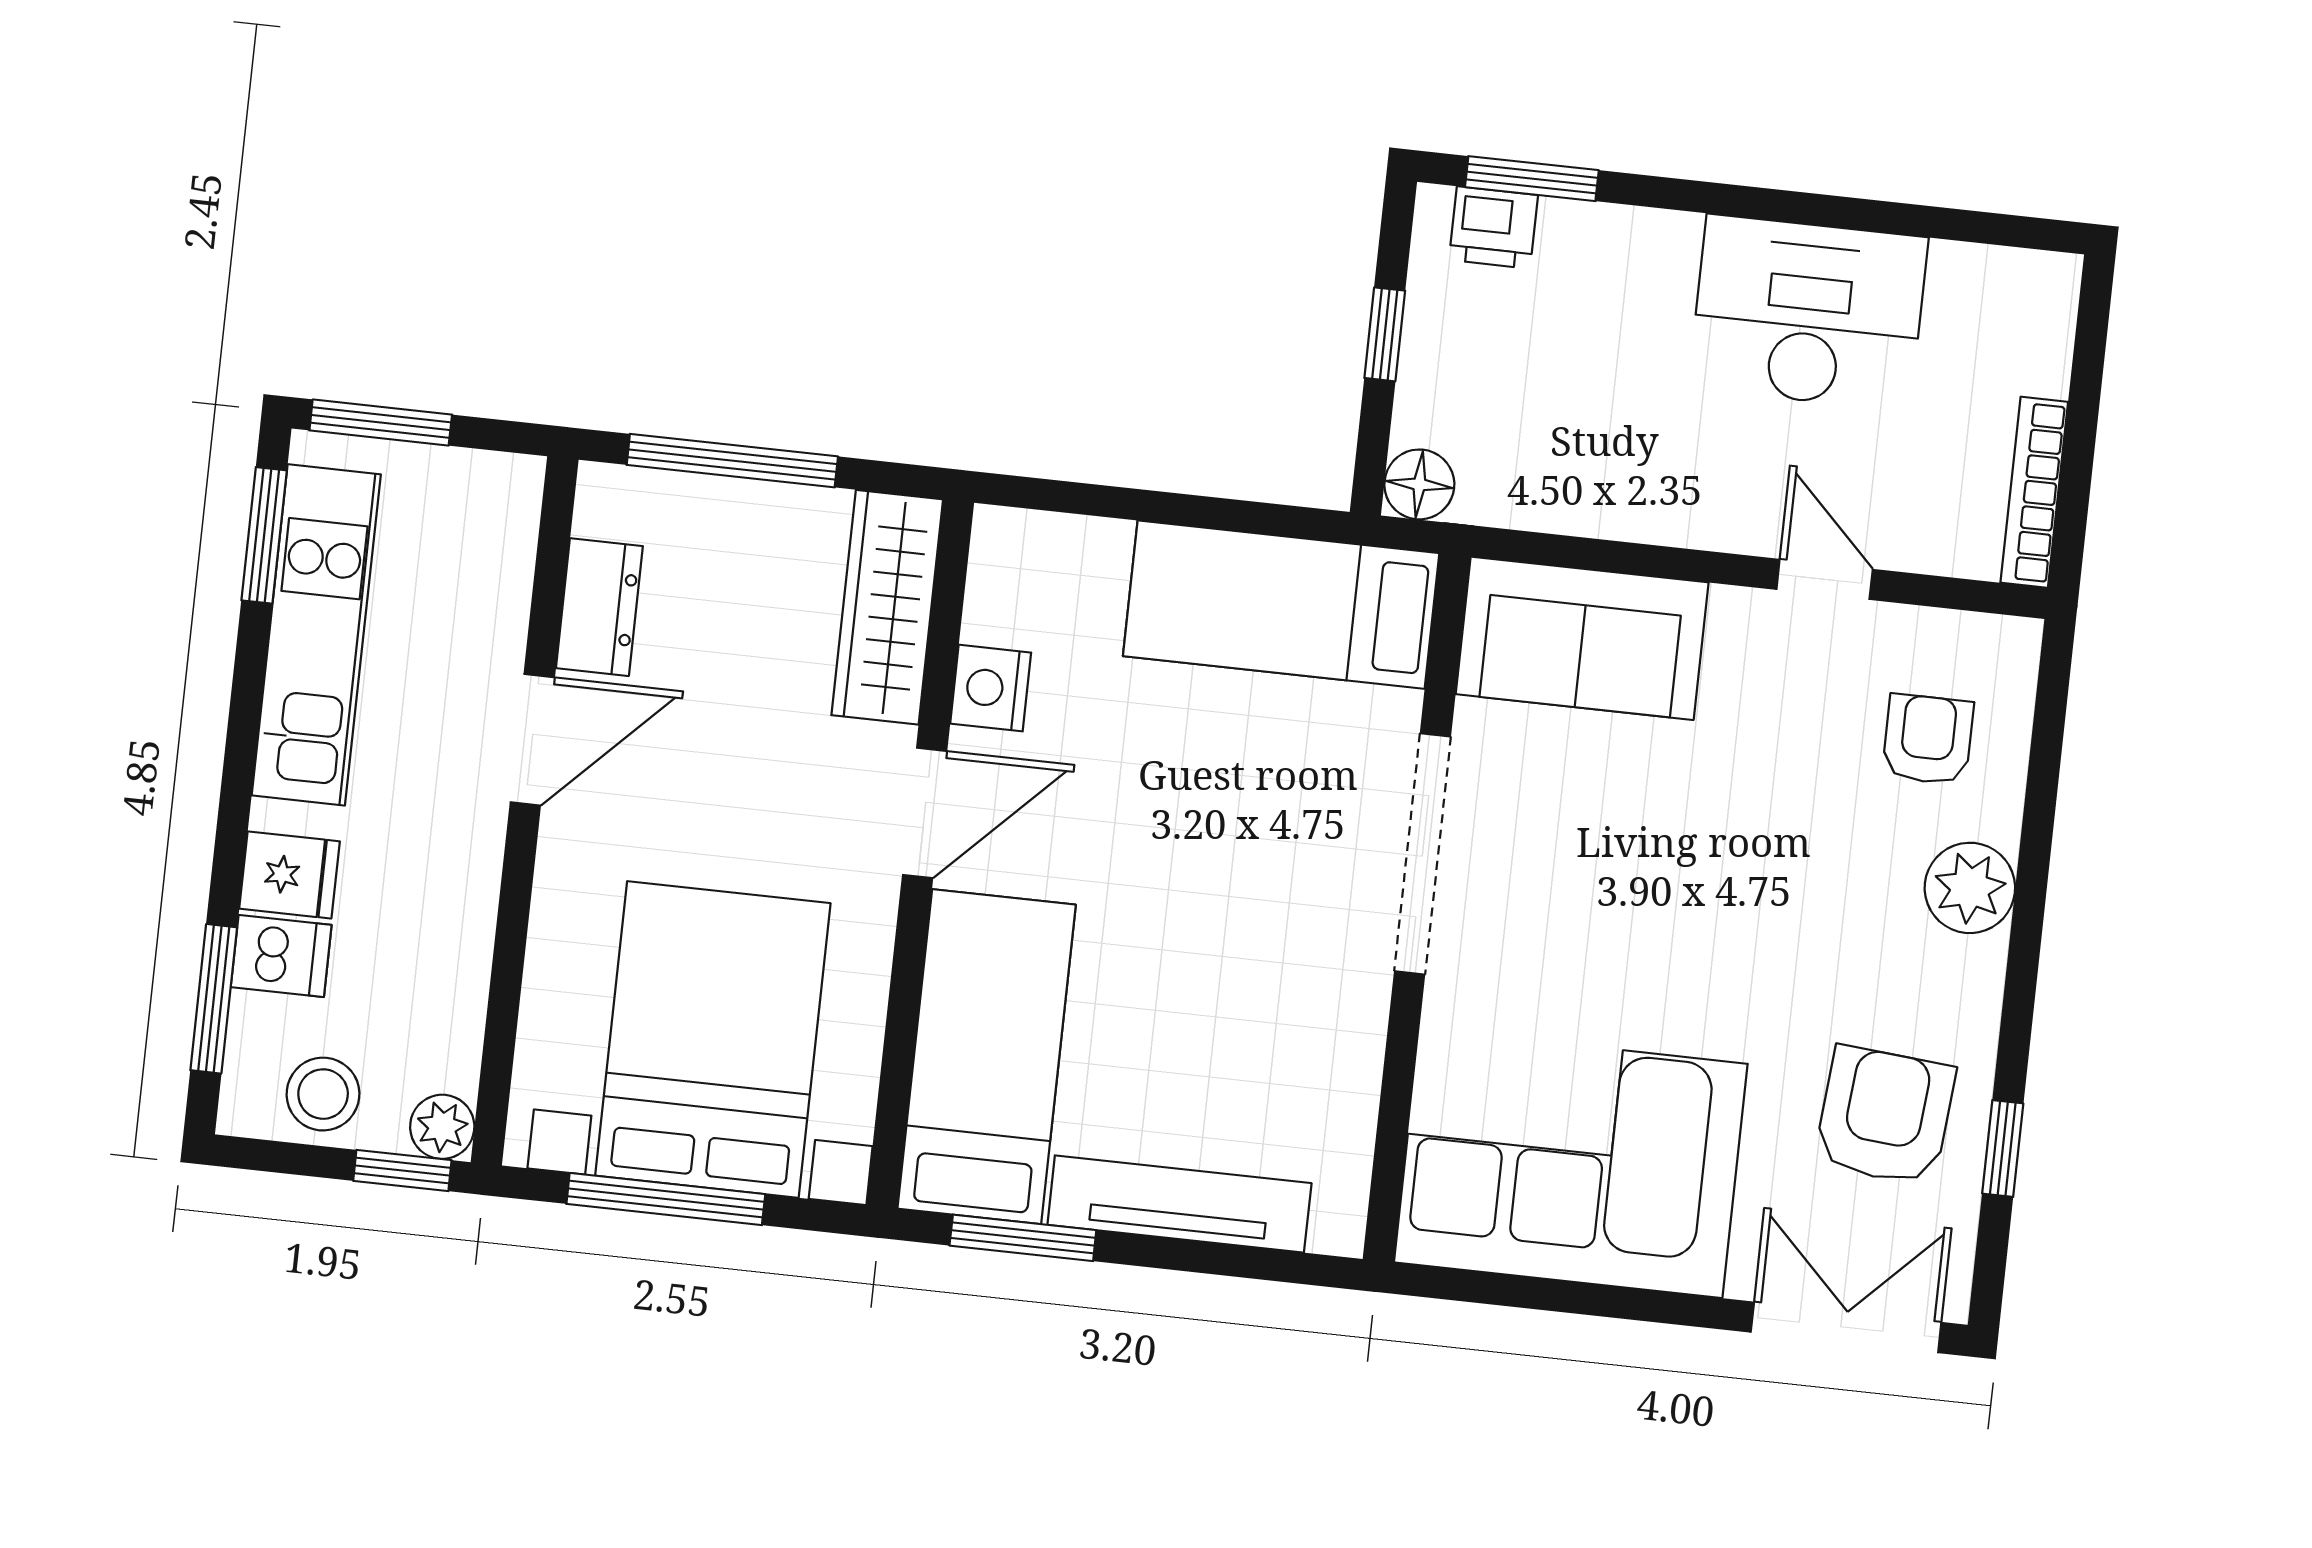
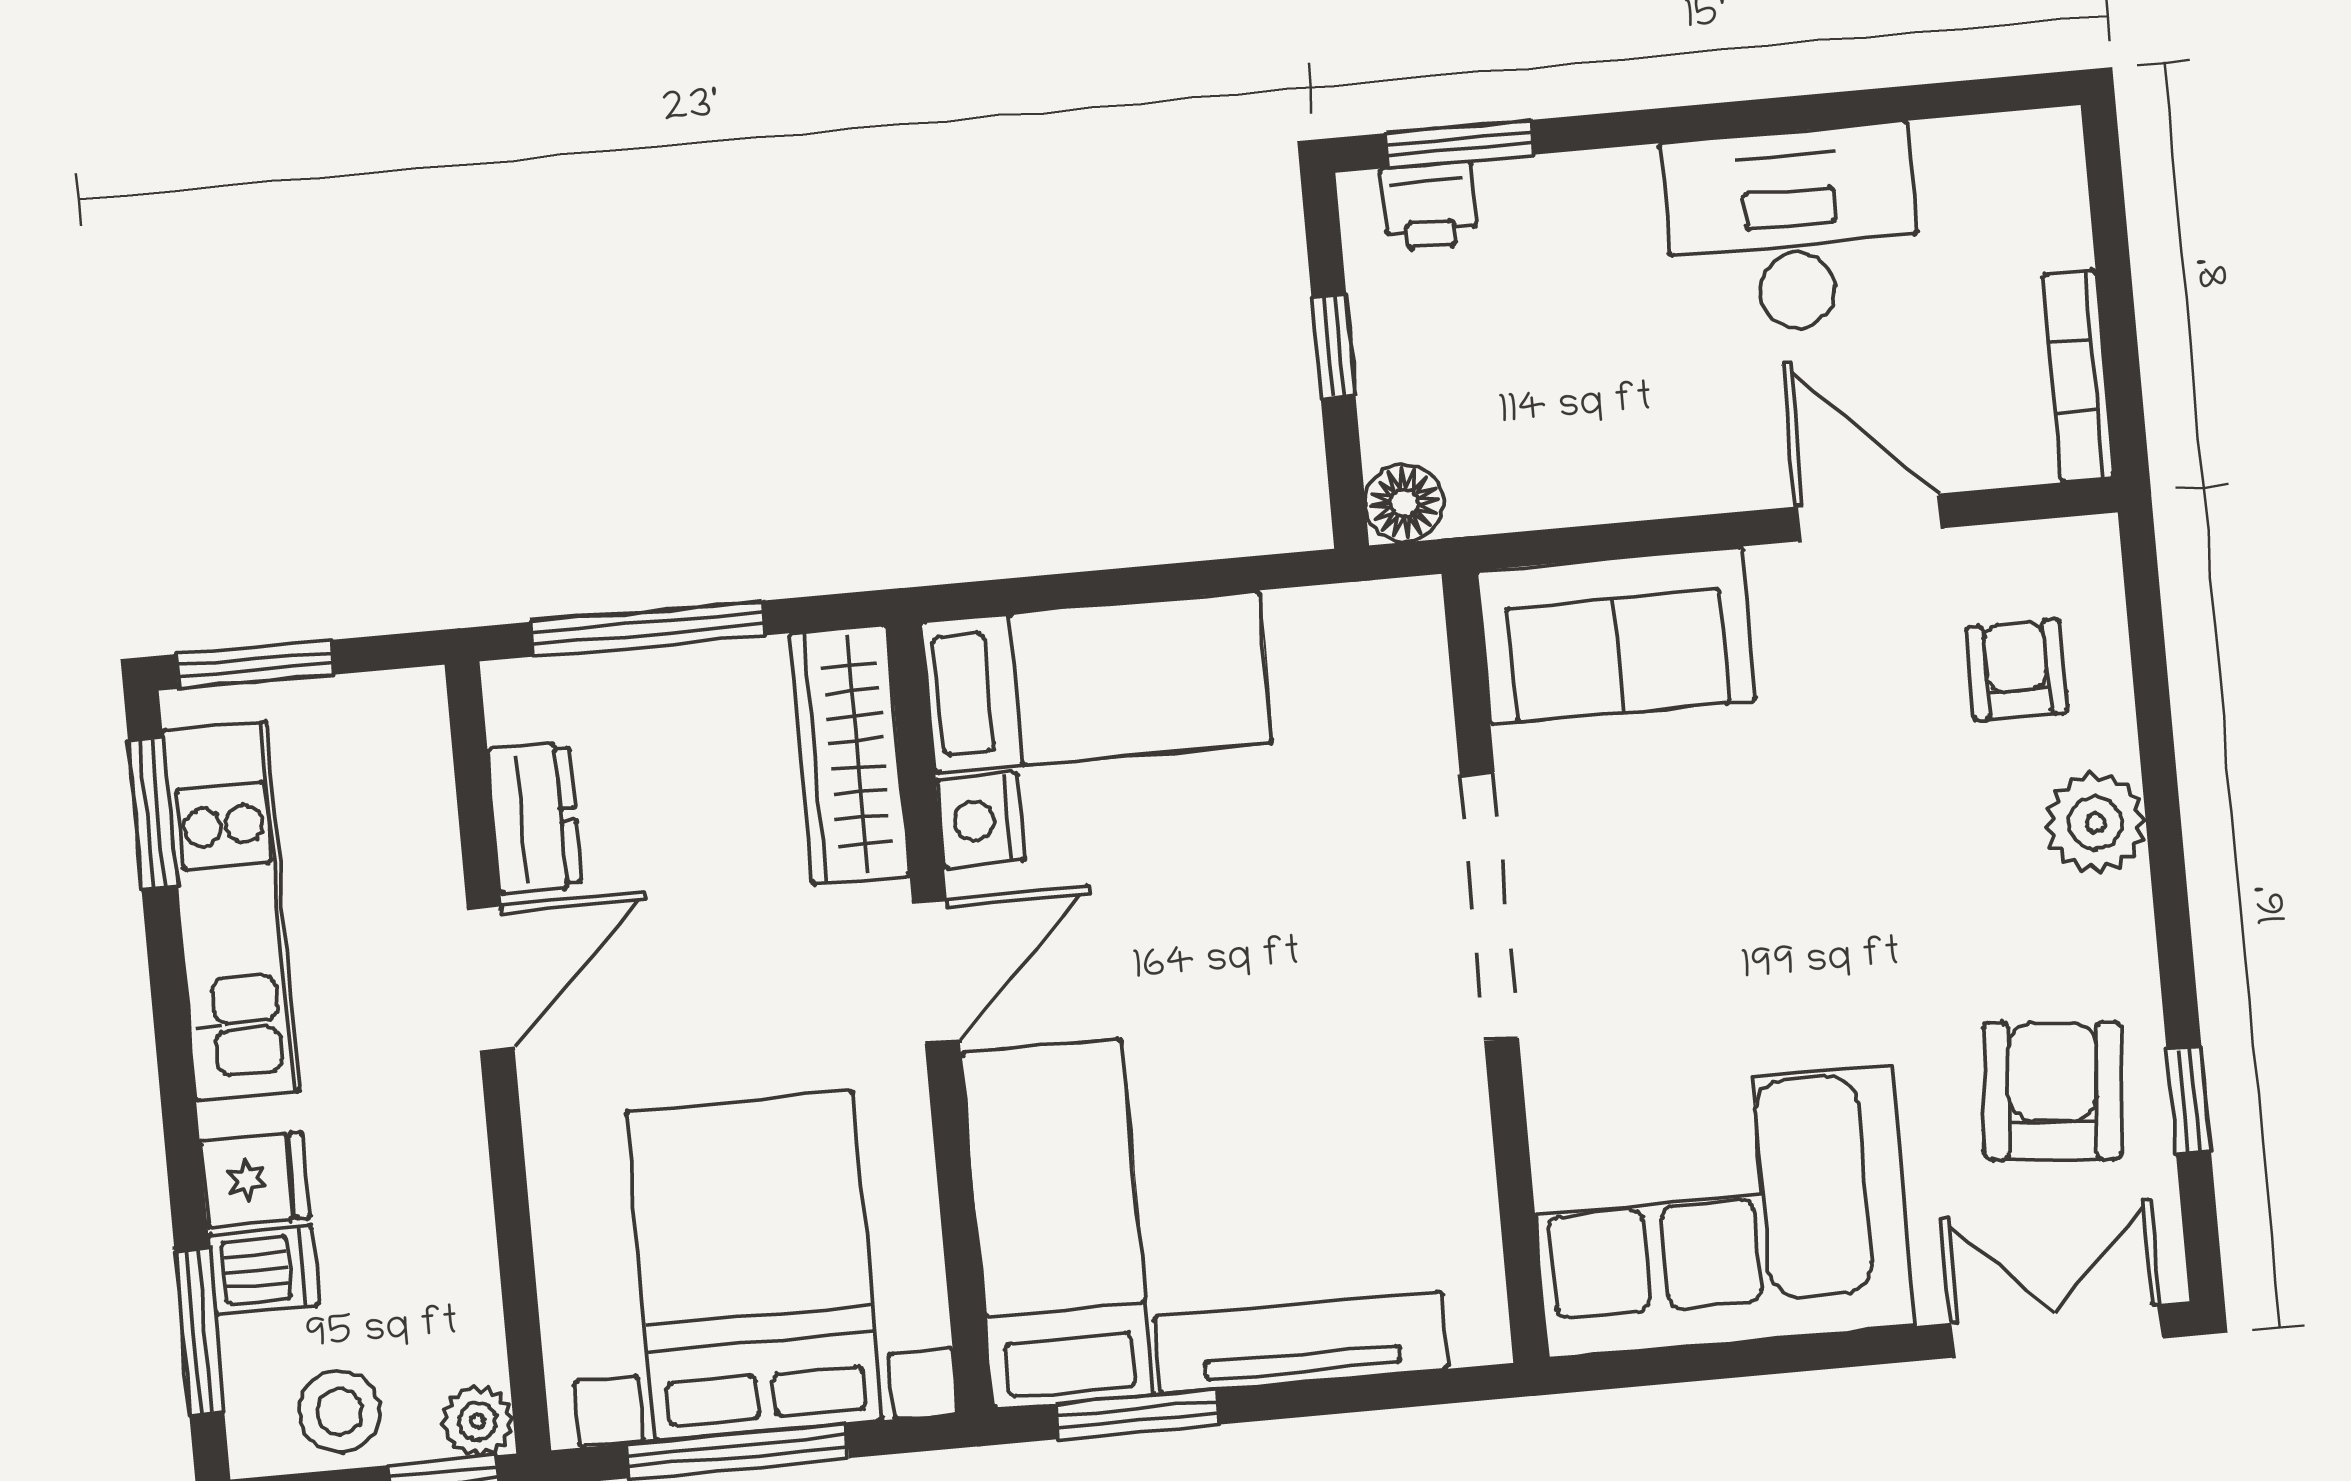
door: (1825, 579) -> (1868, 518), width x1.37
bed: (1281, 605) -> (1097, 682), moved, turned 180

